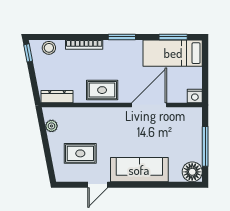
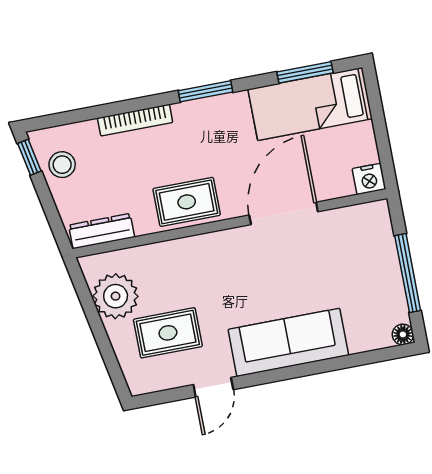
stool: (49, 48) -> (62, 165), moved
plant: (51, 126) -> (116, 296), width x1.87, depth x1.87
floor lamp: (192, 172) -> (403, 334), width x0.53, depth x0.53

